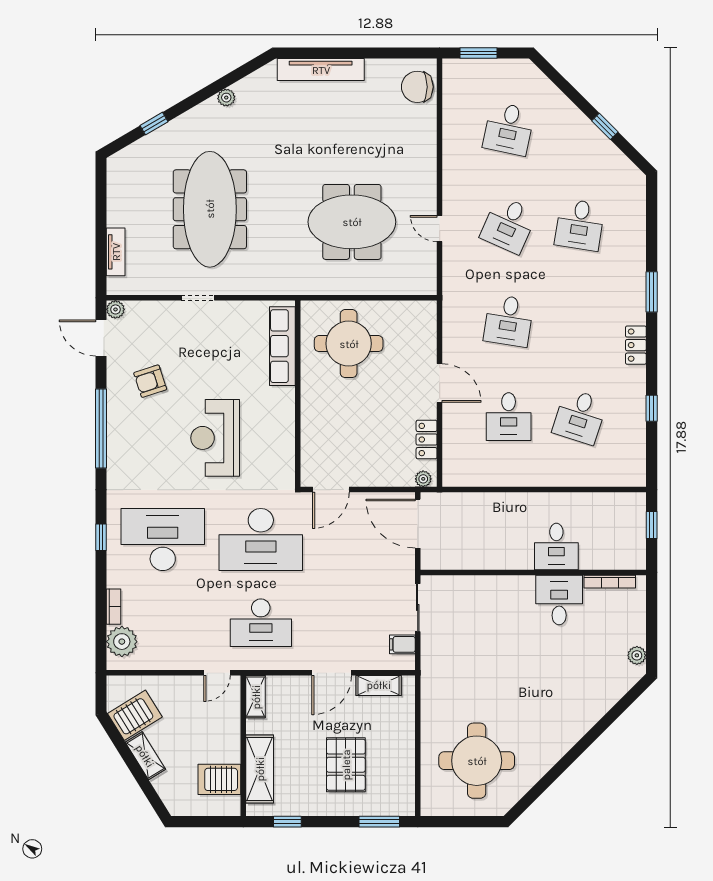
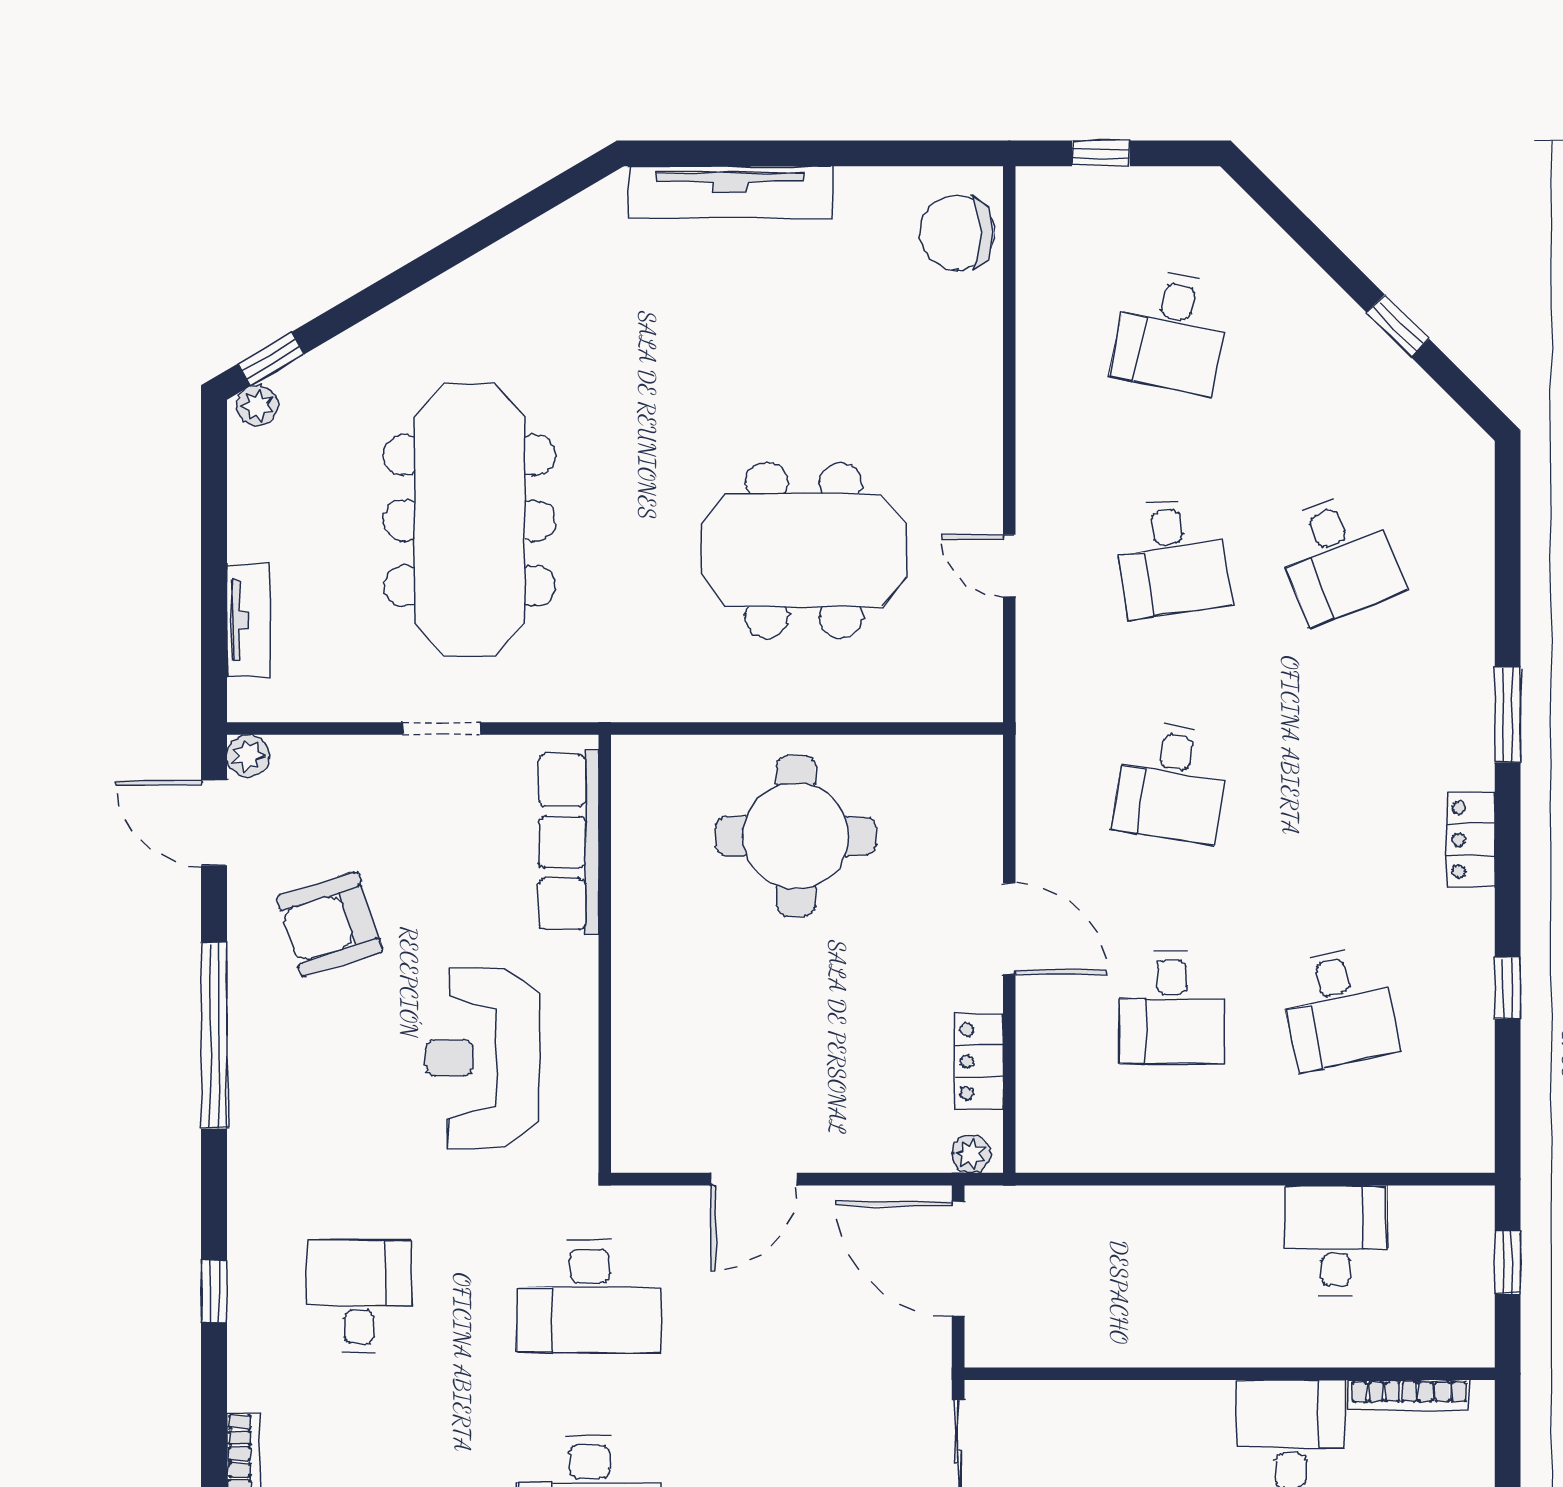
window: (478, 53) -> (1101, 153), width x0.67
plant: (226, 98) -> (257, 406), moved
window: (154, 124) -> (271, 359), moved
desk: (509, 225) -> (1172, 557), turned -33
desk: (580, 225) -> (1339, 557), turned -30
row of seats: (282, 346) -> (569, 842), moved
armchair: (150, 381) -> (329, 924), width x1.38, depth x1.38
wall: (298, 394) -> (605, 954), moved
desk: (580, 417) -> (1339, 1008), turned -30
desk: (163, 540) -> (359, 1296), width x0.53, depth x0.77
desk: (261, 540) -> (589, 1296), width x0.73, depth x0.77
desk: (556, 546) -> (1336, 1240), moved, turned 180

